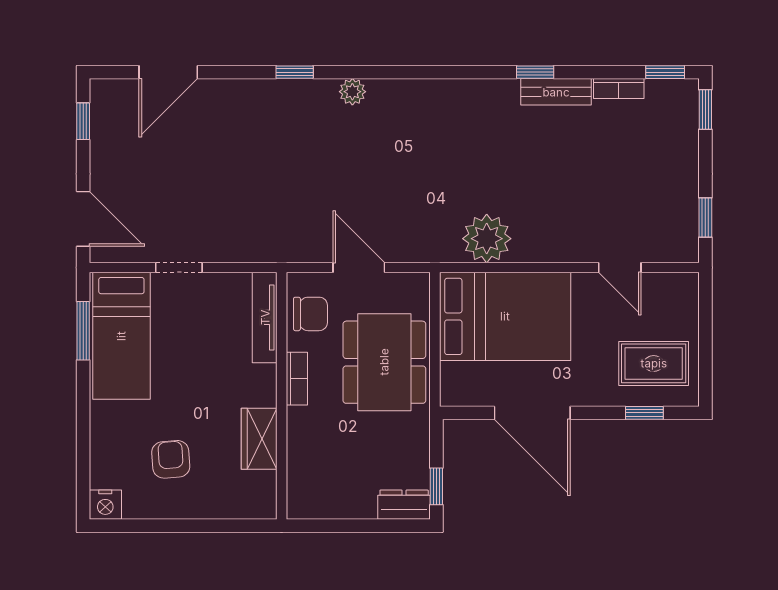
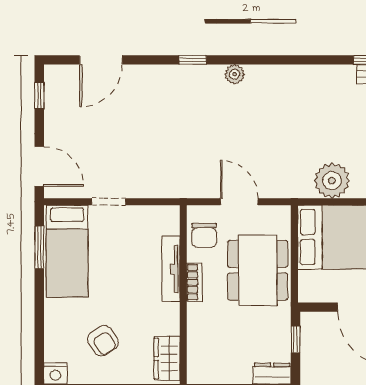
chair: (310, 314) -> (204, 235), turned 90
tv unit: (265, 317) -> (171, 269), moved
wardrobe: (259, 439) -> (167, 358), moved
armchair: (171, 459) -> (103, 341), turned 151
window: (436, 486) -> (295, 339), moved

